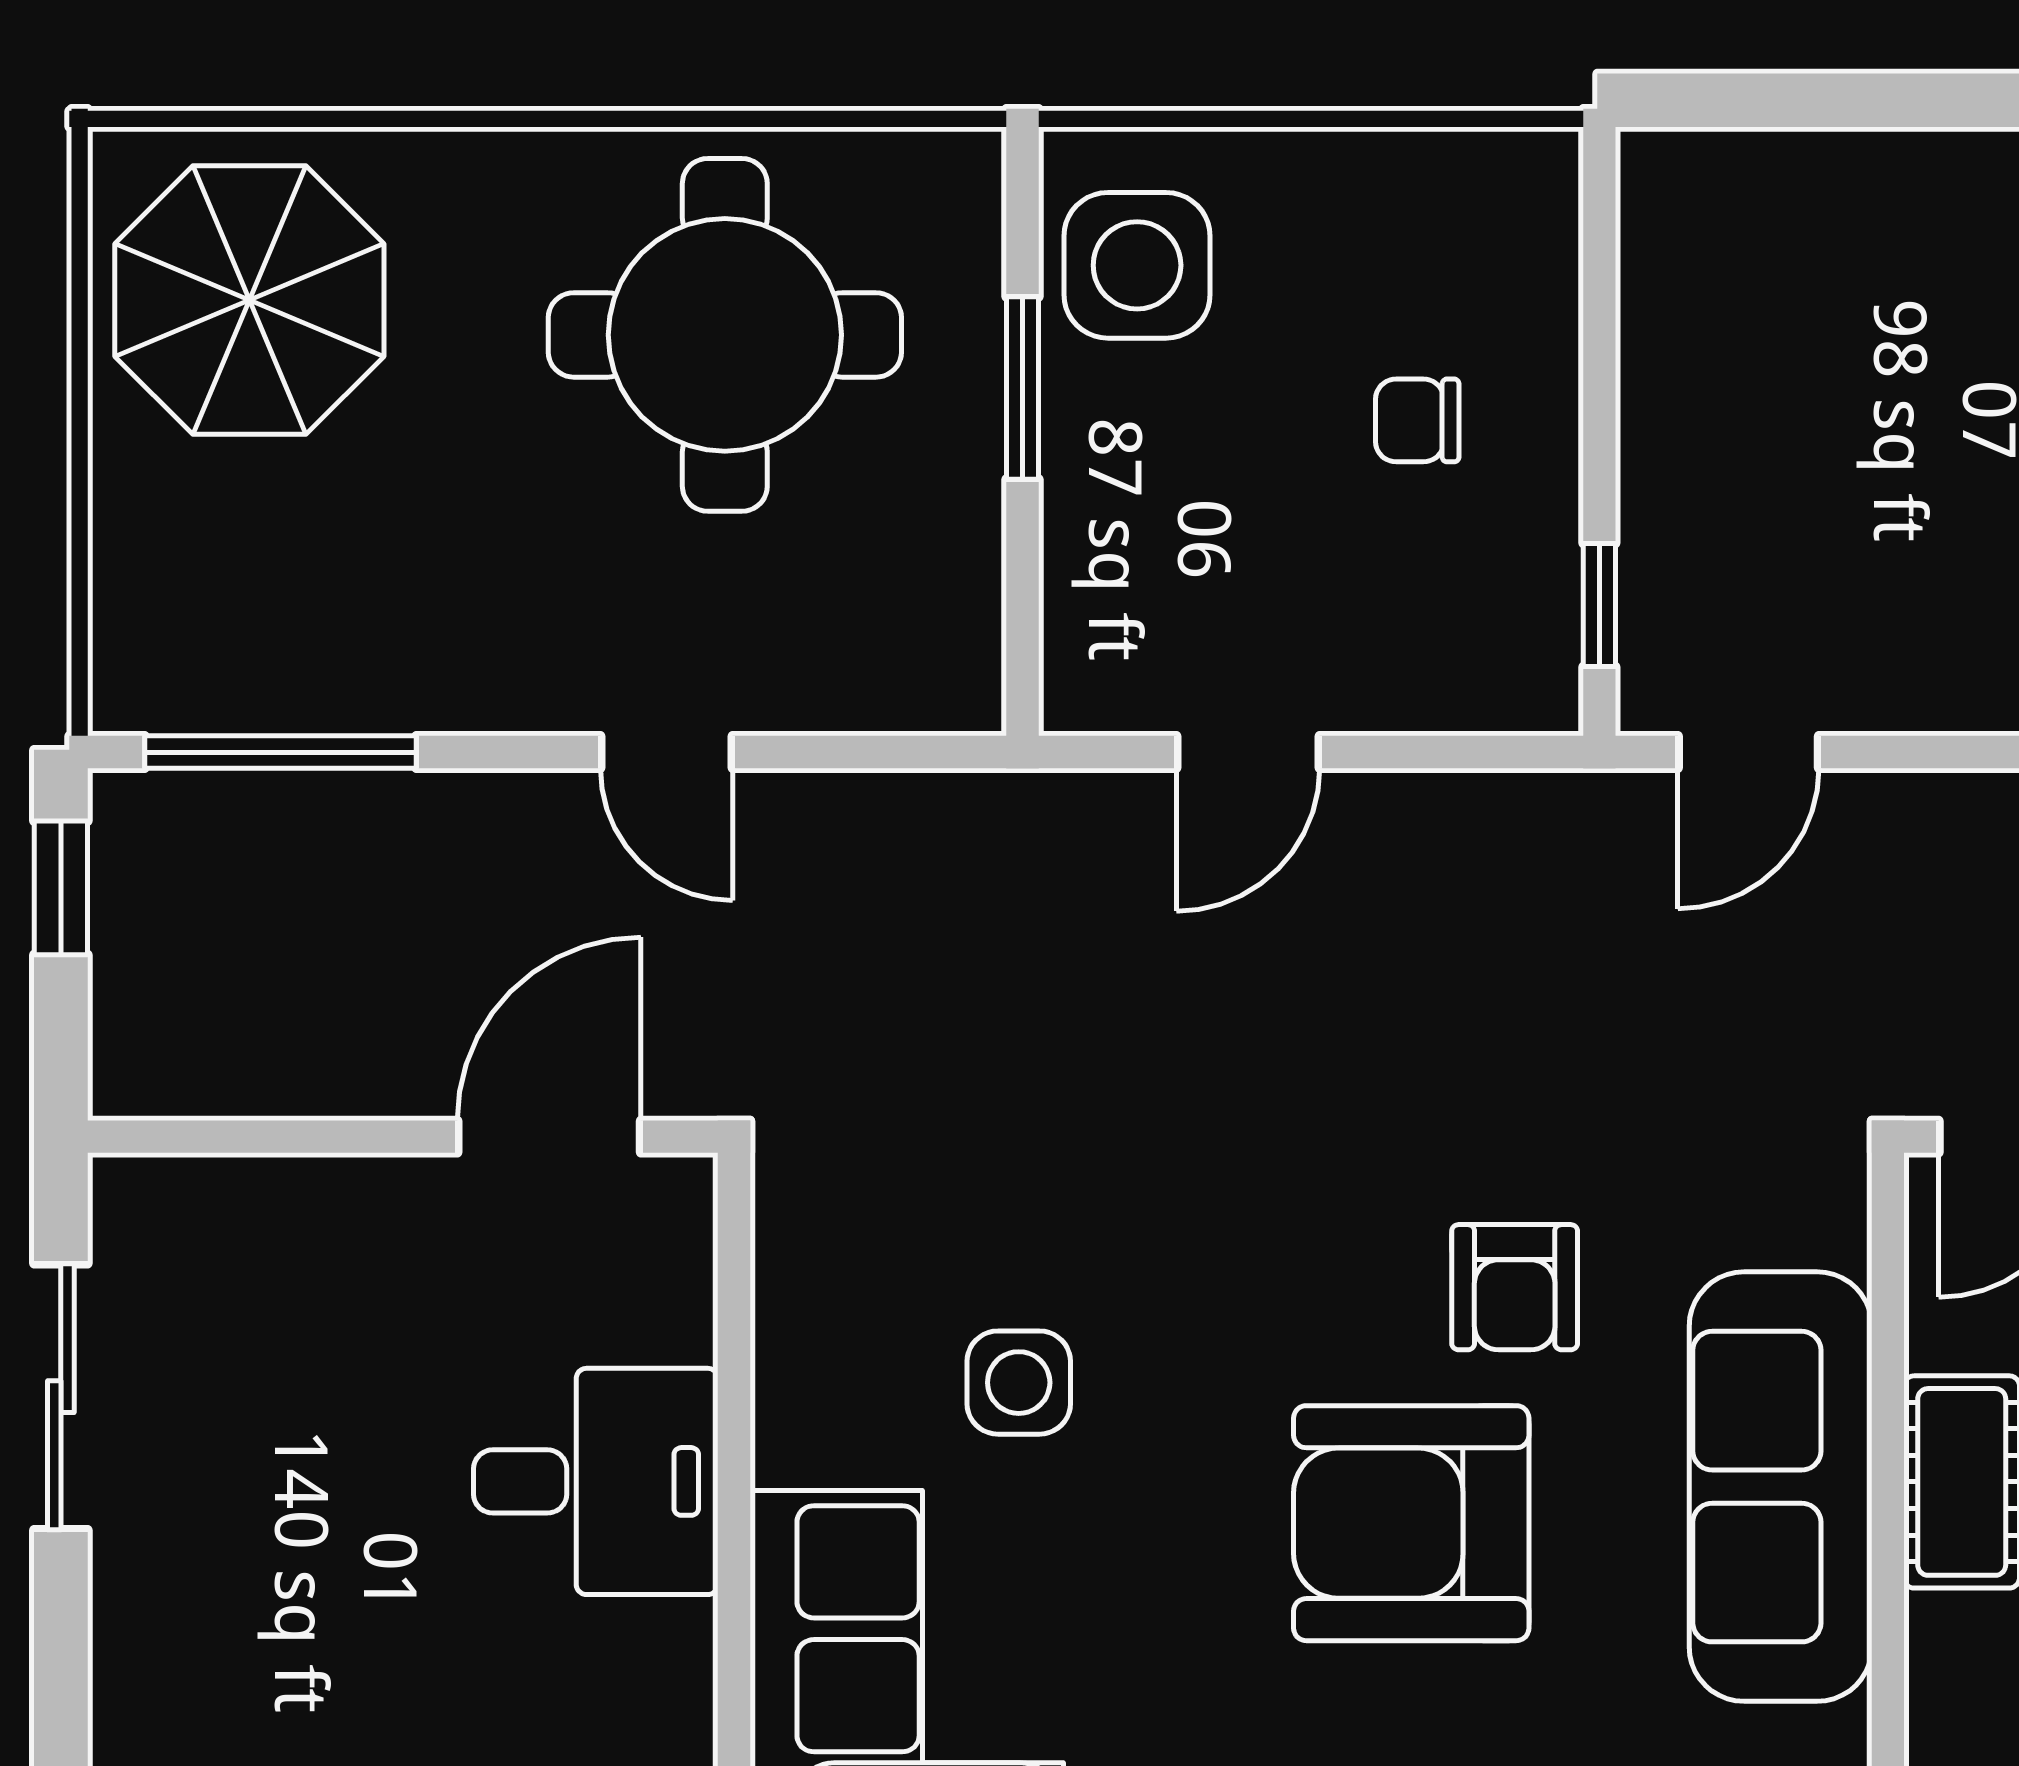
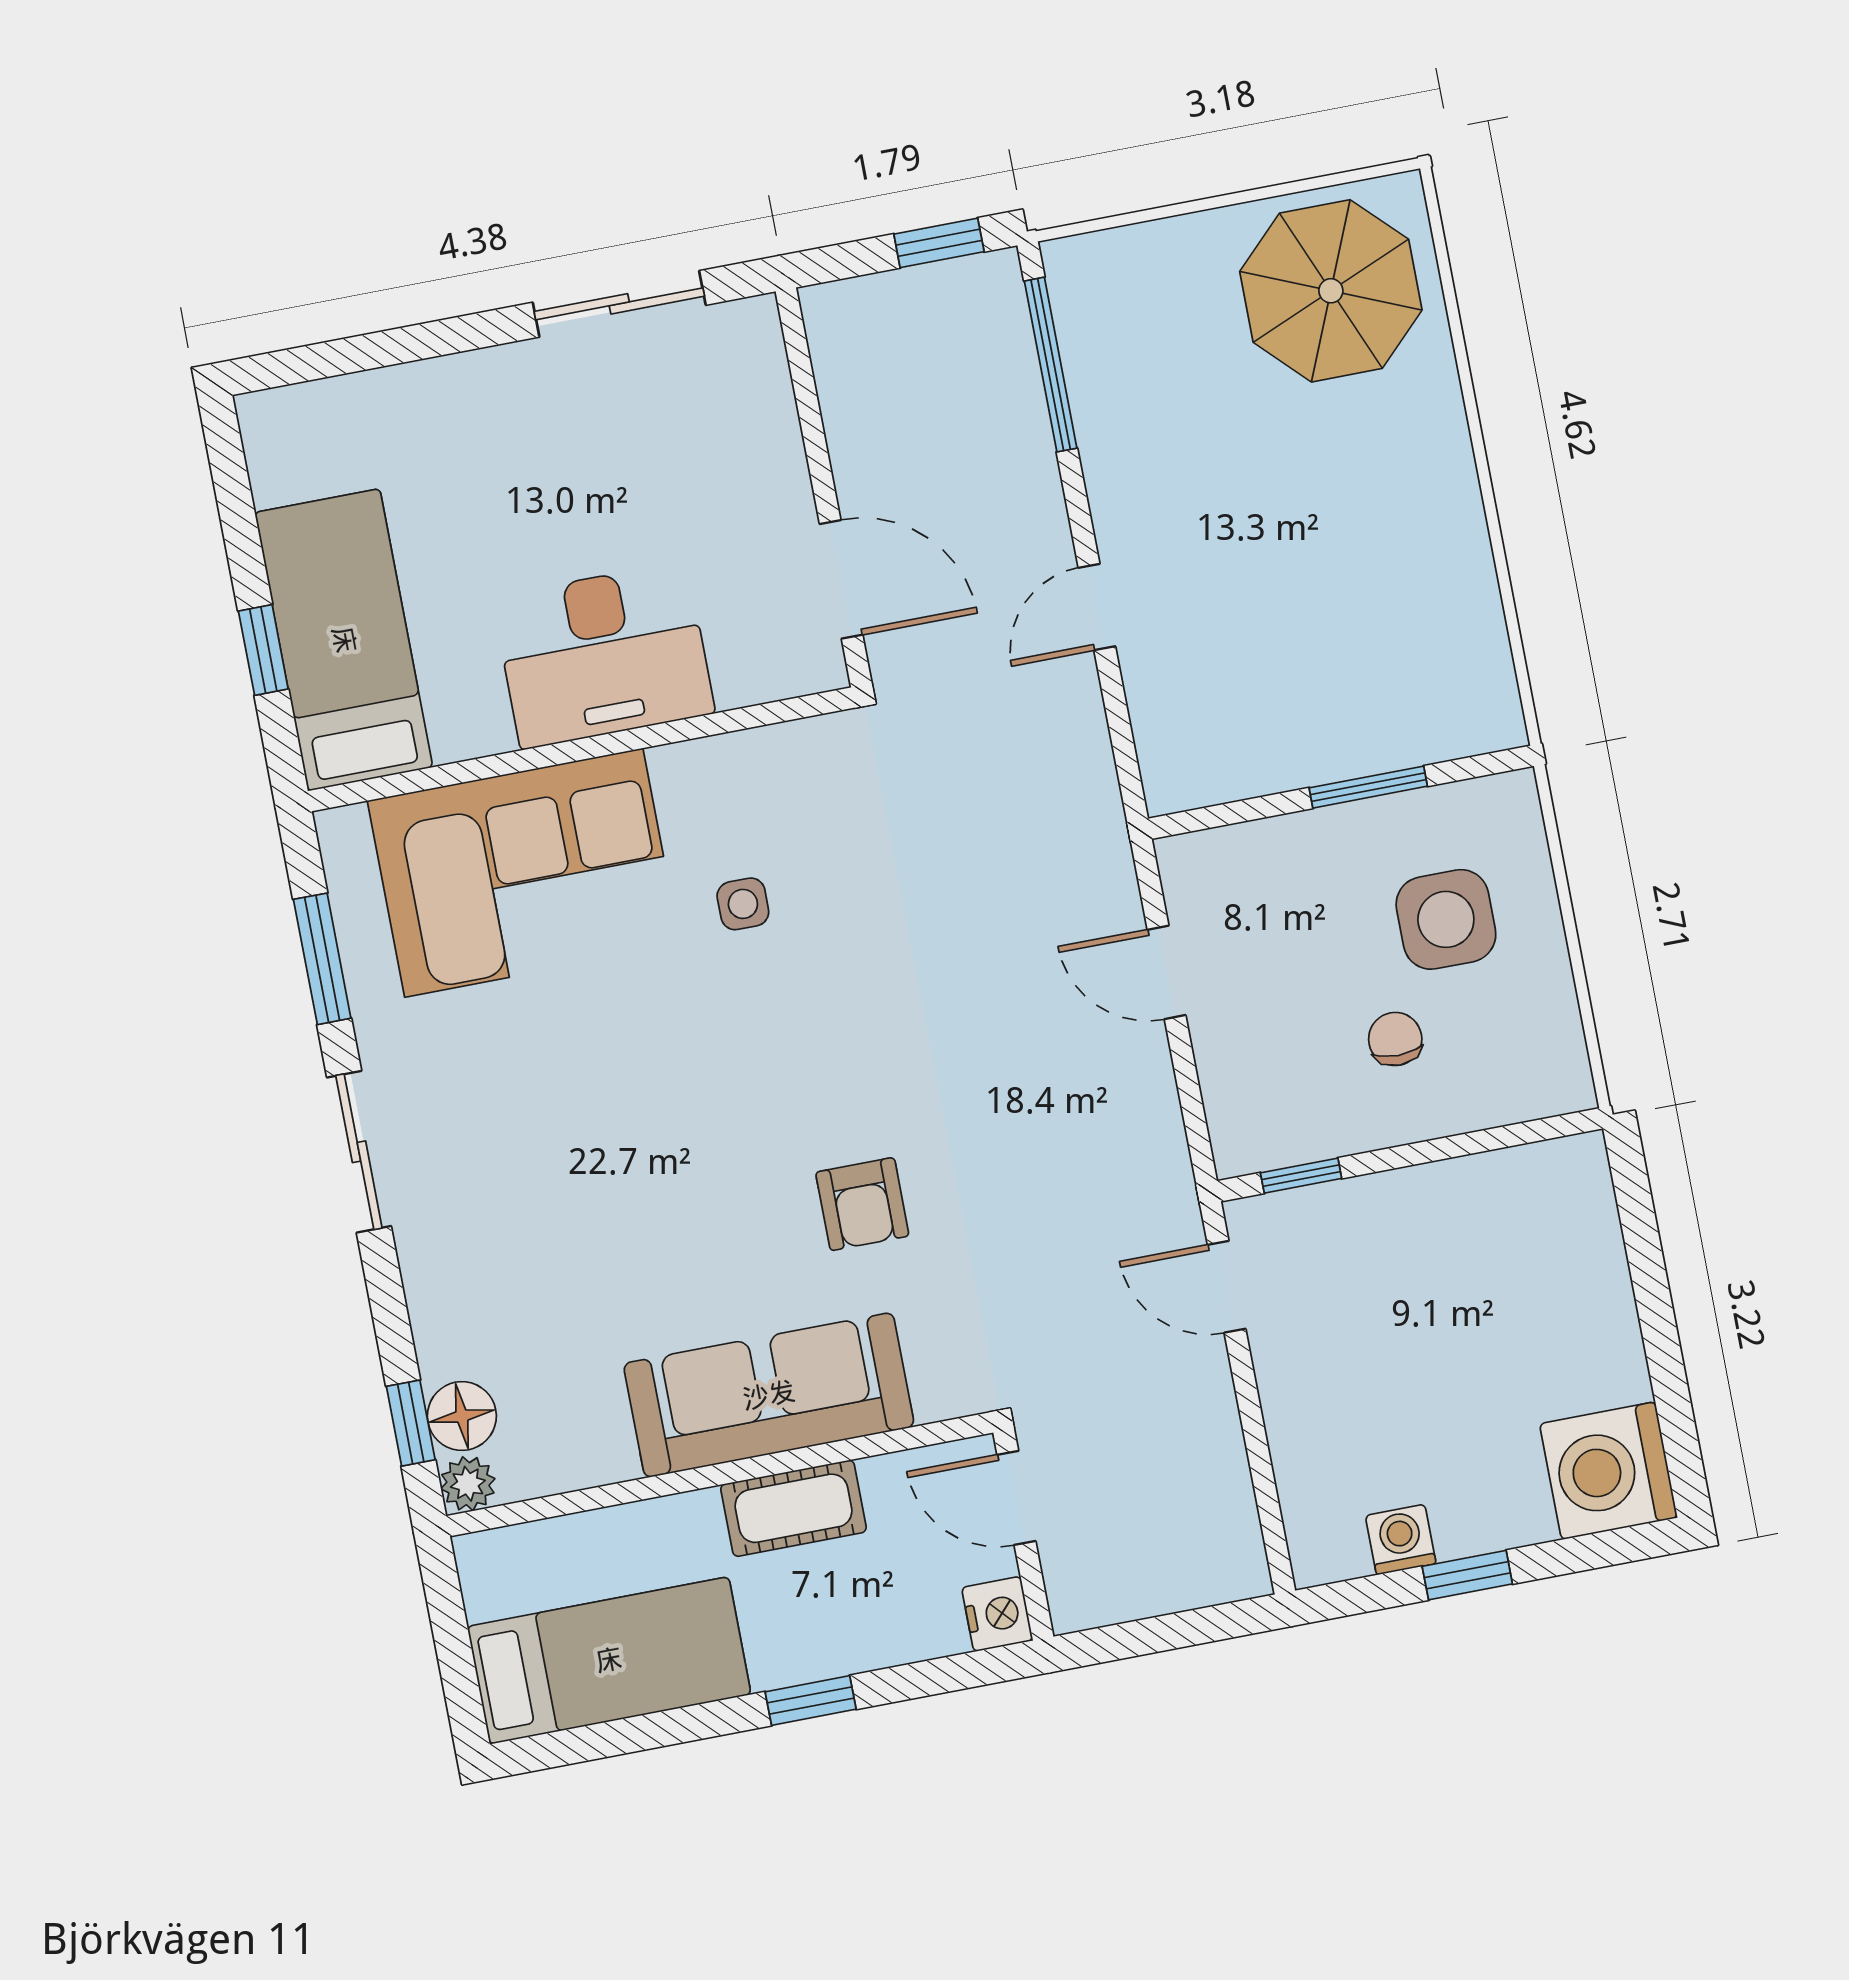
side table: (1137, 265) -> (1446, 919), moved
round table: (725, 335) -> (1366, 594), removed
armchair: (1515, 1287) -> (862, 1204), turned -90
side table: (1019, 1383) -> (743, 904), width x0.73, depth x0.73
desk: (596, 1481) -> (604, 655), width x1.37
armchair: (1411, 1523) -> (702, 1167), removed

